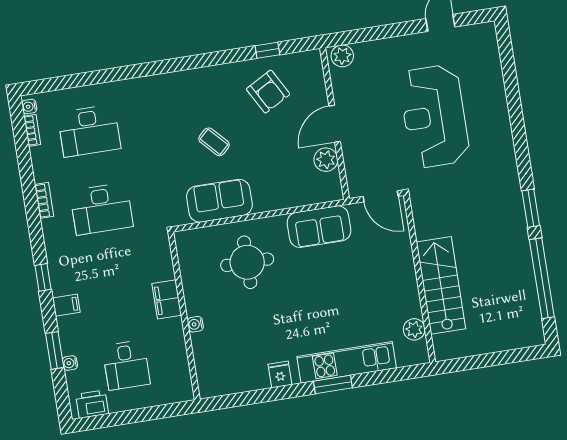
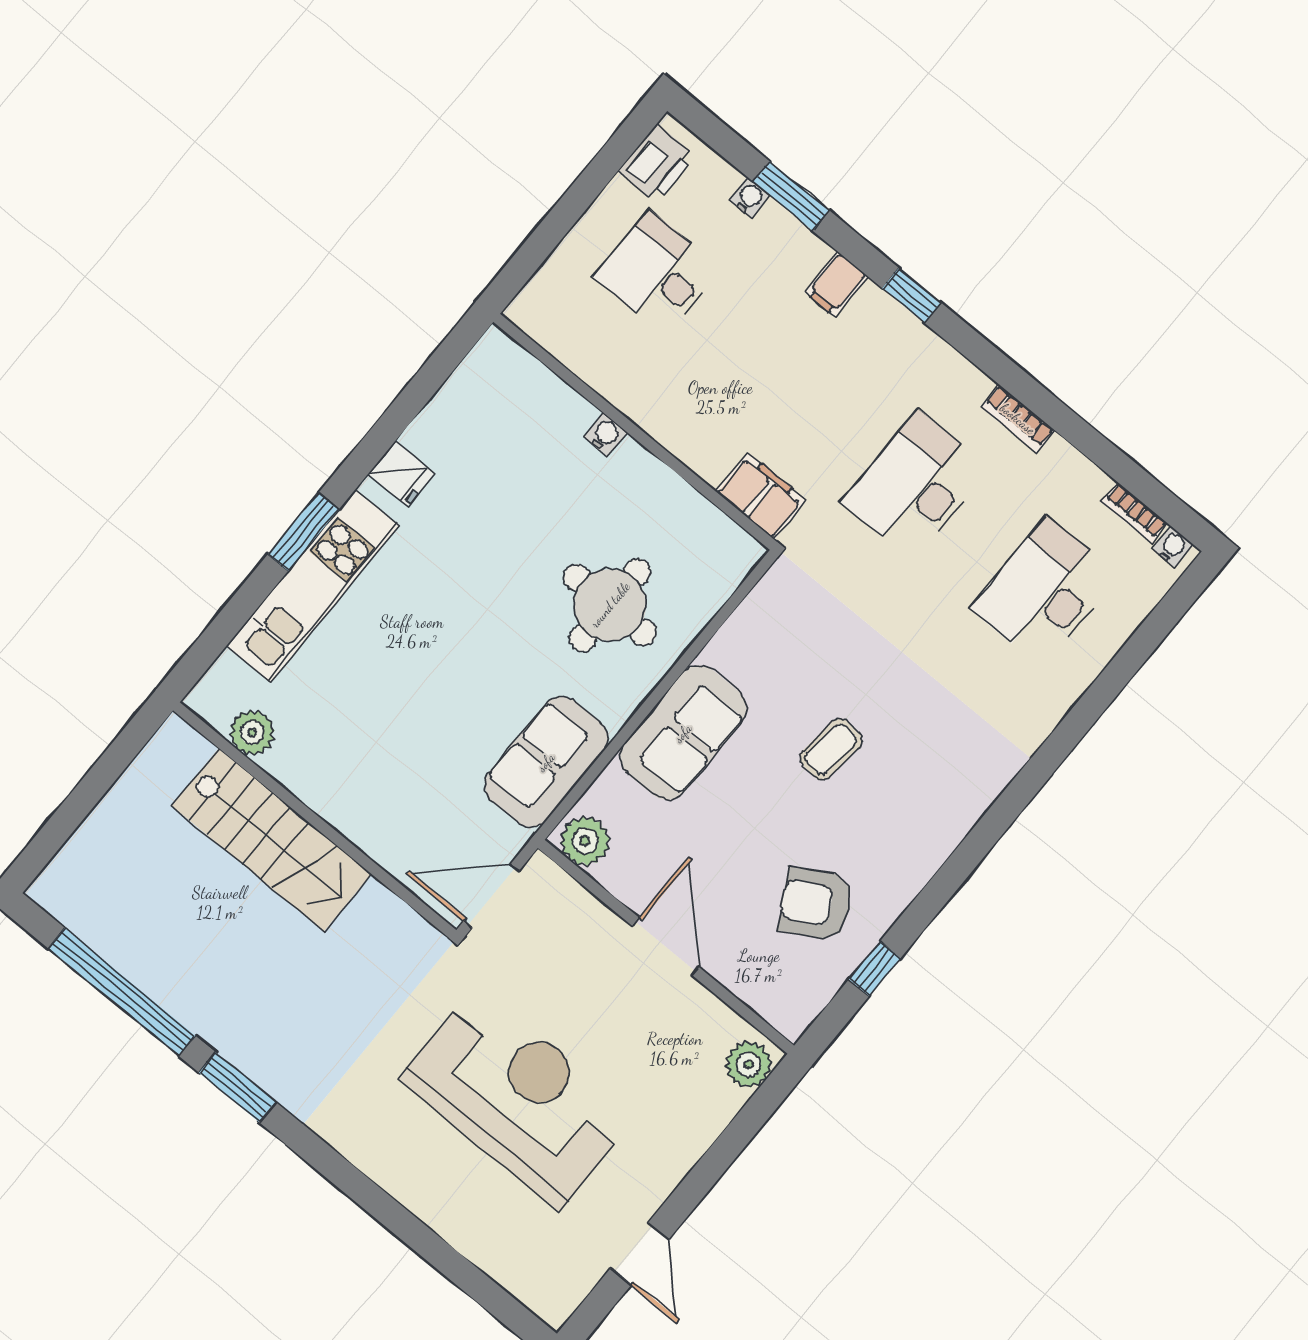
coffee table: (214, 142) -> (831, 749), turned -41
plant: (326, 160) -> (585, 841), moved
sofa: (219, 201) -> (683, 733), moved
filing cabinet: (167, 299) -> (761, 496), moved

